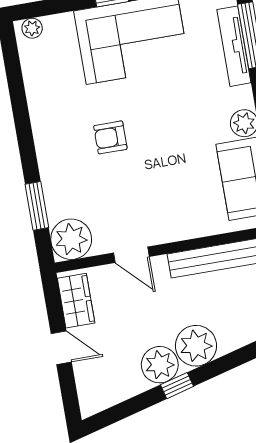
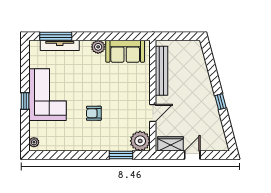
armchair: (110, 137) -> (94, 113), turned 90
plant: (196, 346) -> (203, 89), removed
plant: (160, 365) -> (209, 108), removed

